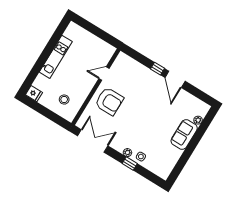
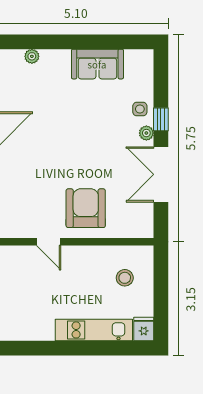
kitchen unit: (56, 57) -> (94, 330), moved
sofa: (184, 135) -> (97, 64), moved
double door: (93, 141) -> (161, 174), moved

